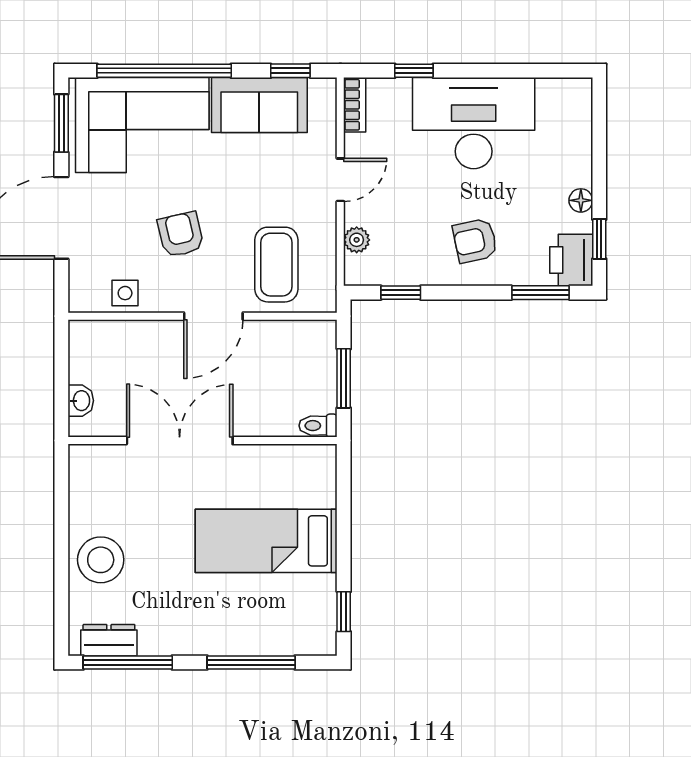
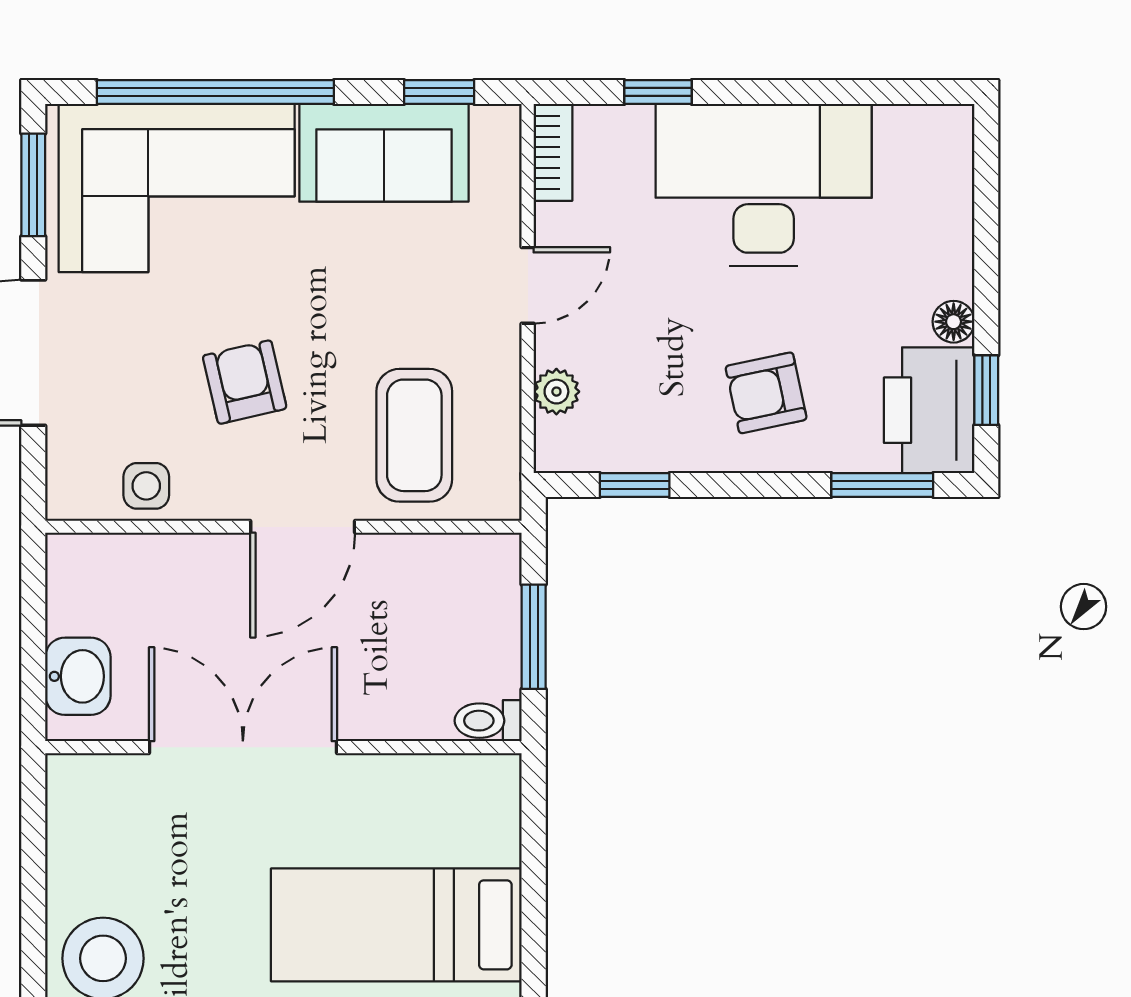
printer: (571, 260) -> (929, 410), width x1.37, depth x1.19
washbasin: (81, 401) -> (78, 676), width x1.38, depth x1.45

